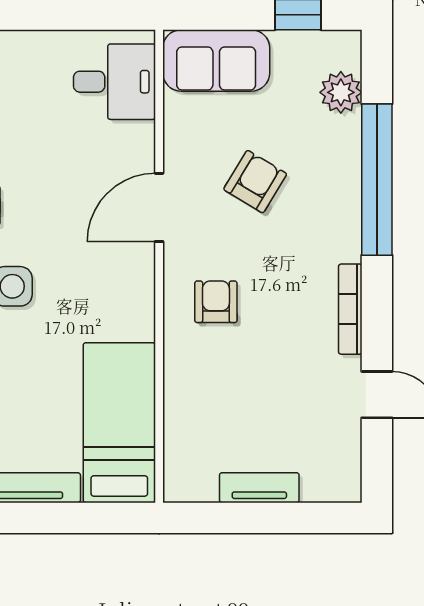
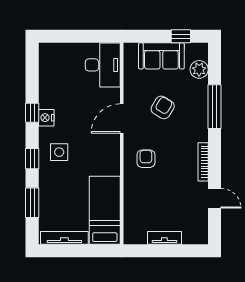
sofa: (216, 60) -> (161, 56), moved
desk: (114, 82) -> (103, 65), width x1.37
window: (377, 180) -> (214, 107), width x0.68

